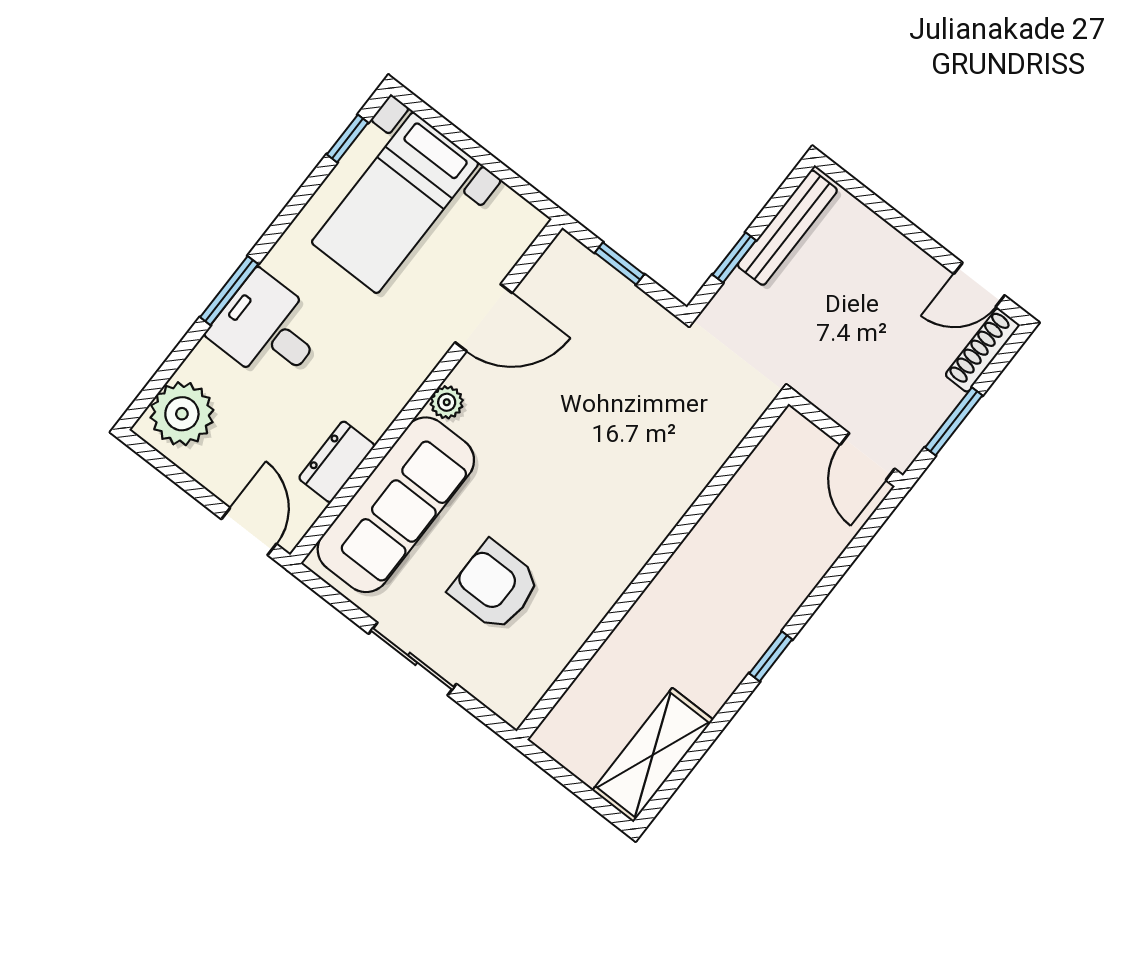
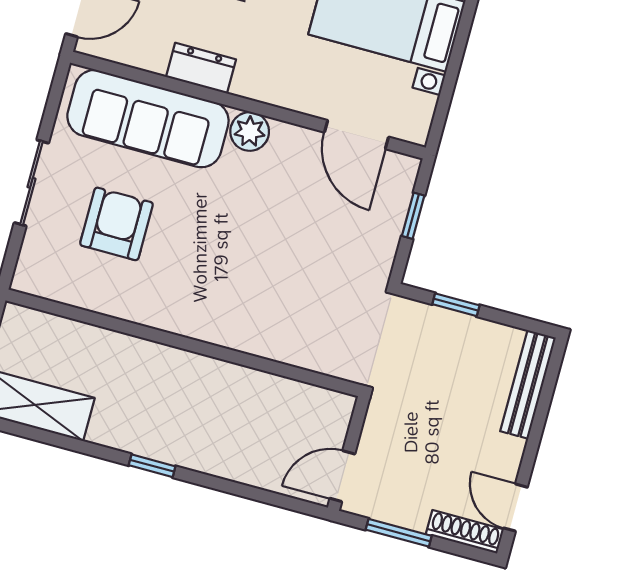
bench: (787, 228) -> (528, 384), moved, turned 90
door: (484, 318) -> (356, 135), moved
plant: (447, 402) -> (250, 131), width x1.38, depth x1.38
dresser: (337, 462) -> (201, 68), moved

